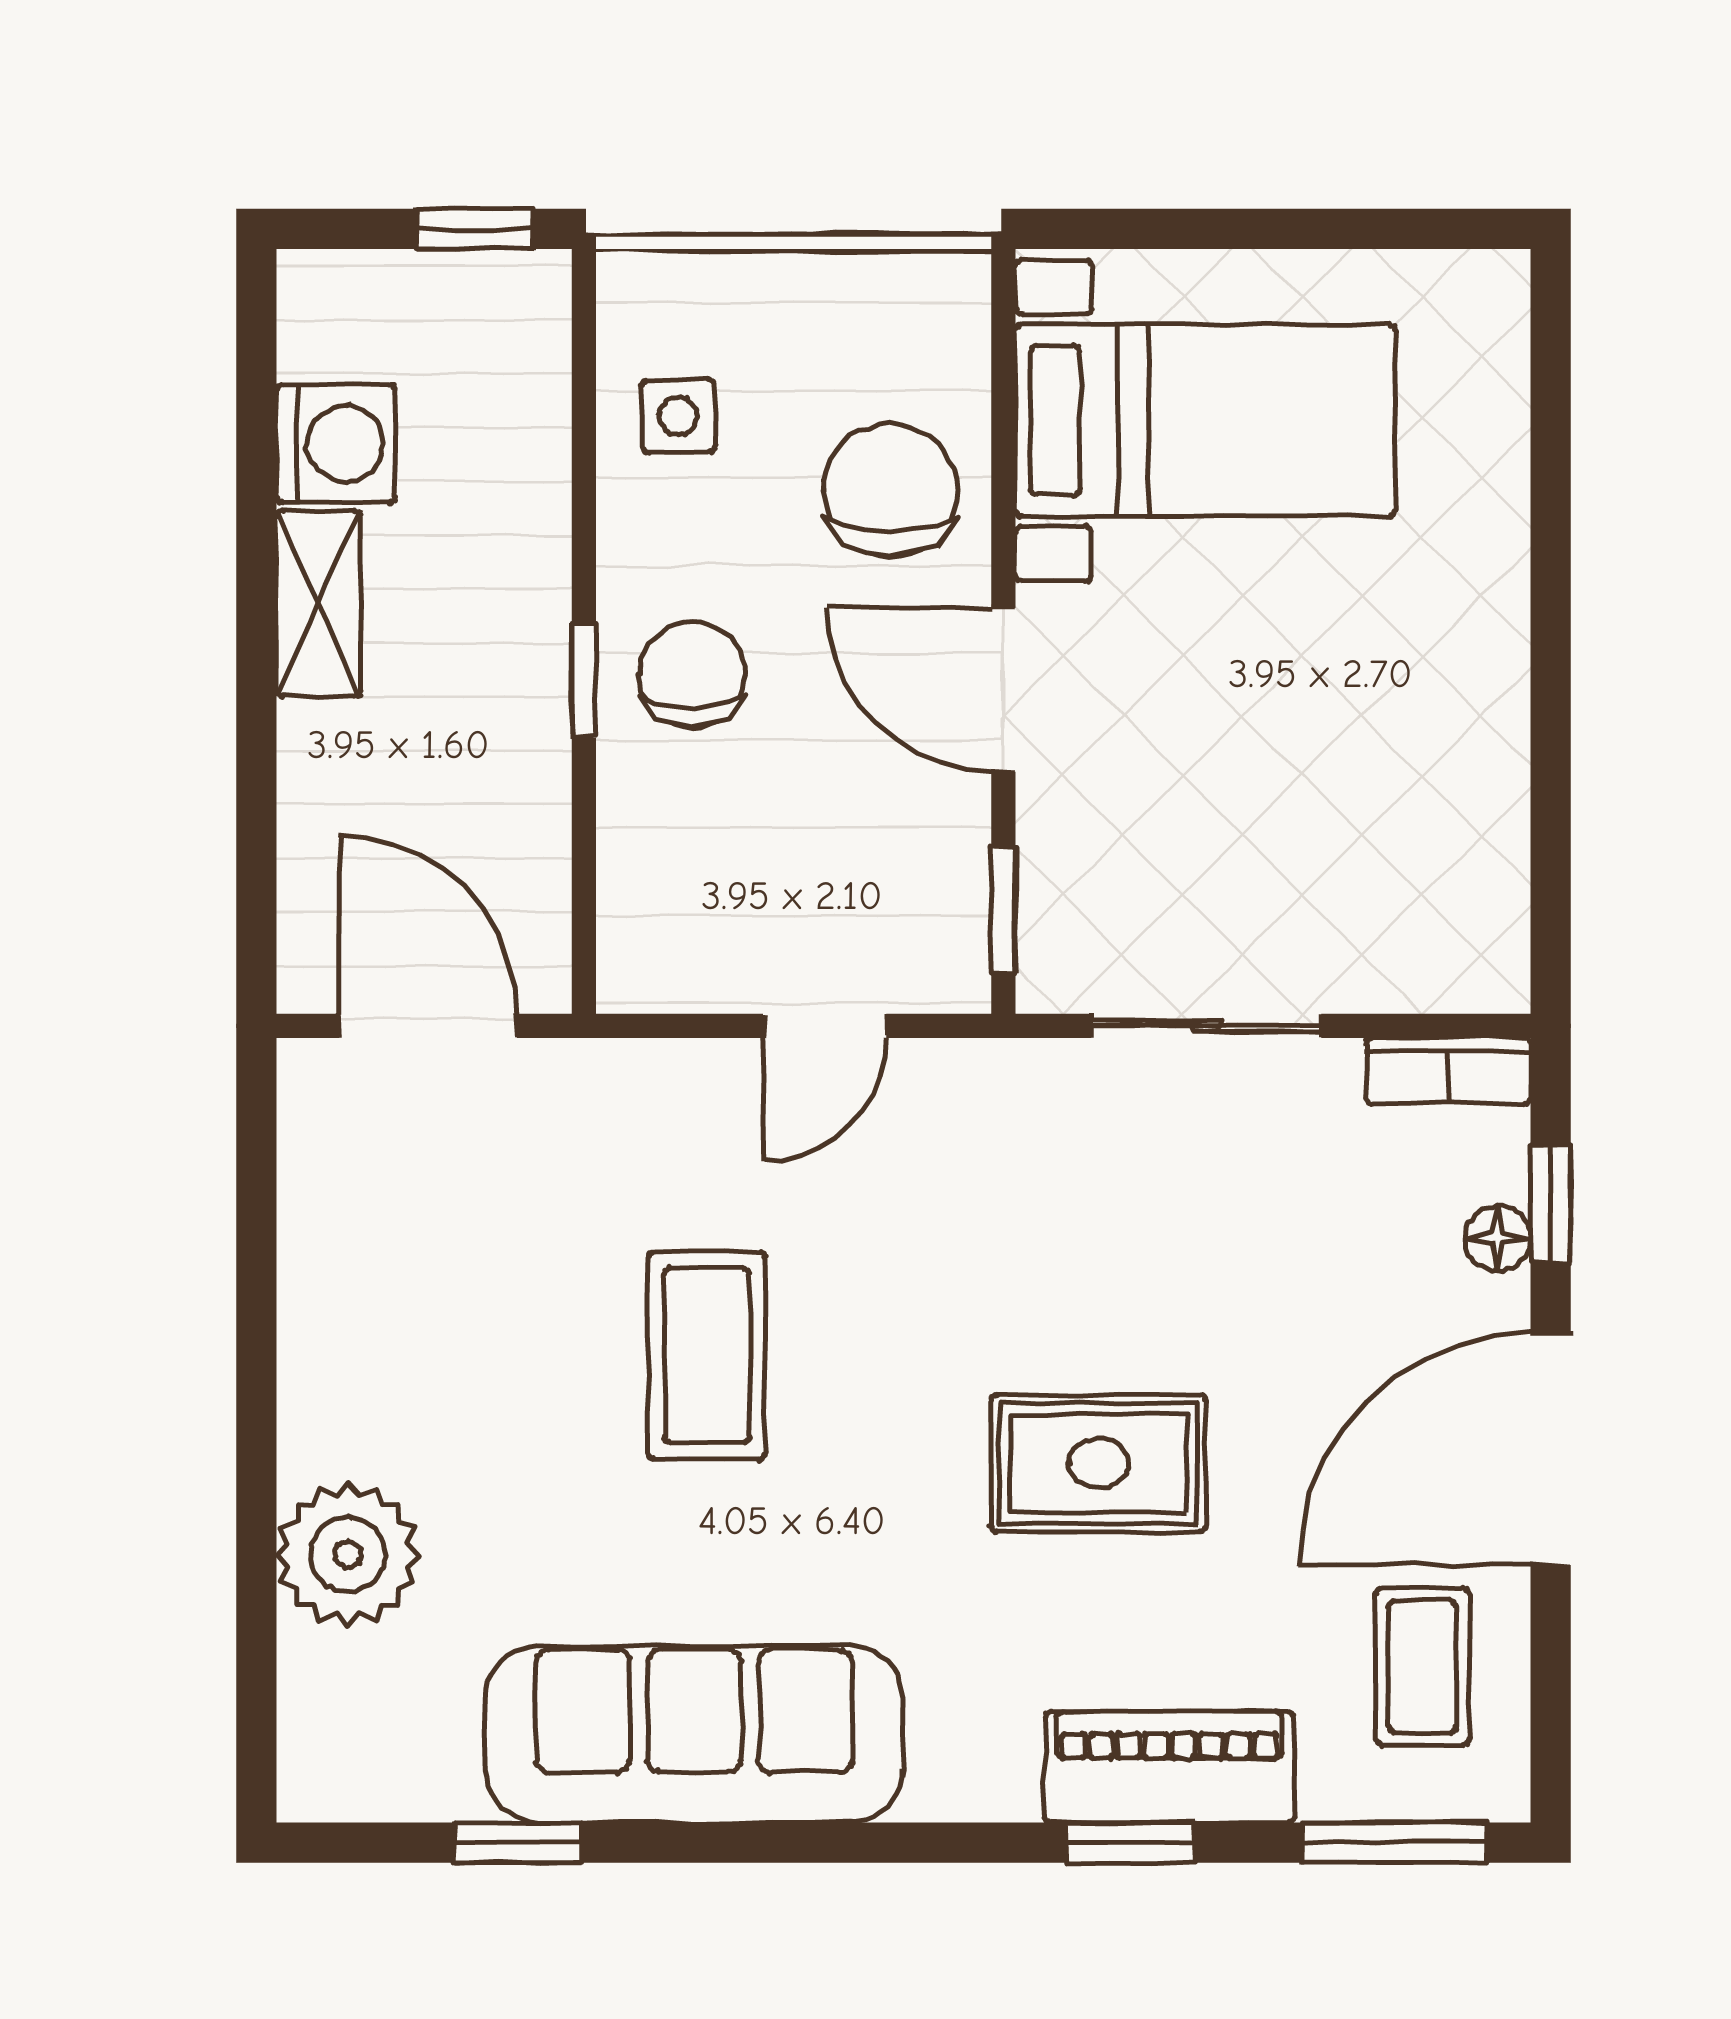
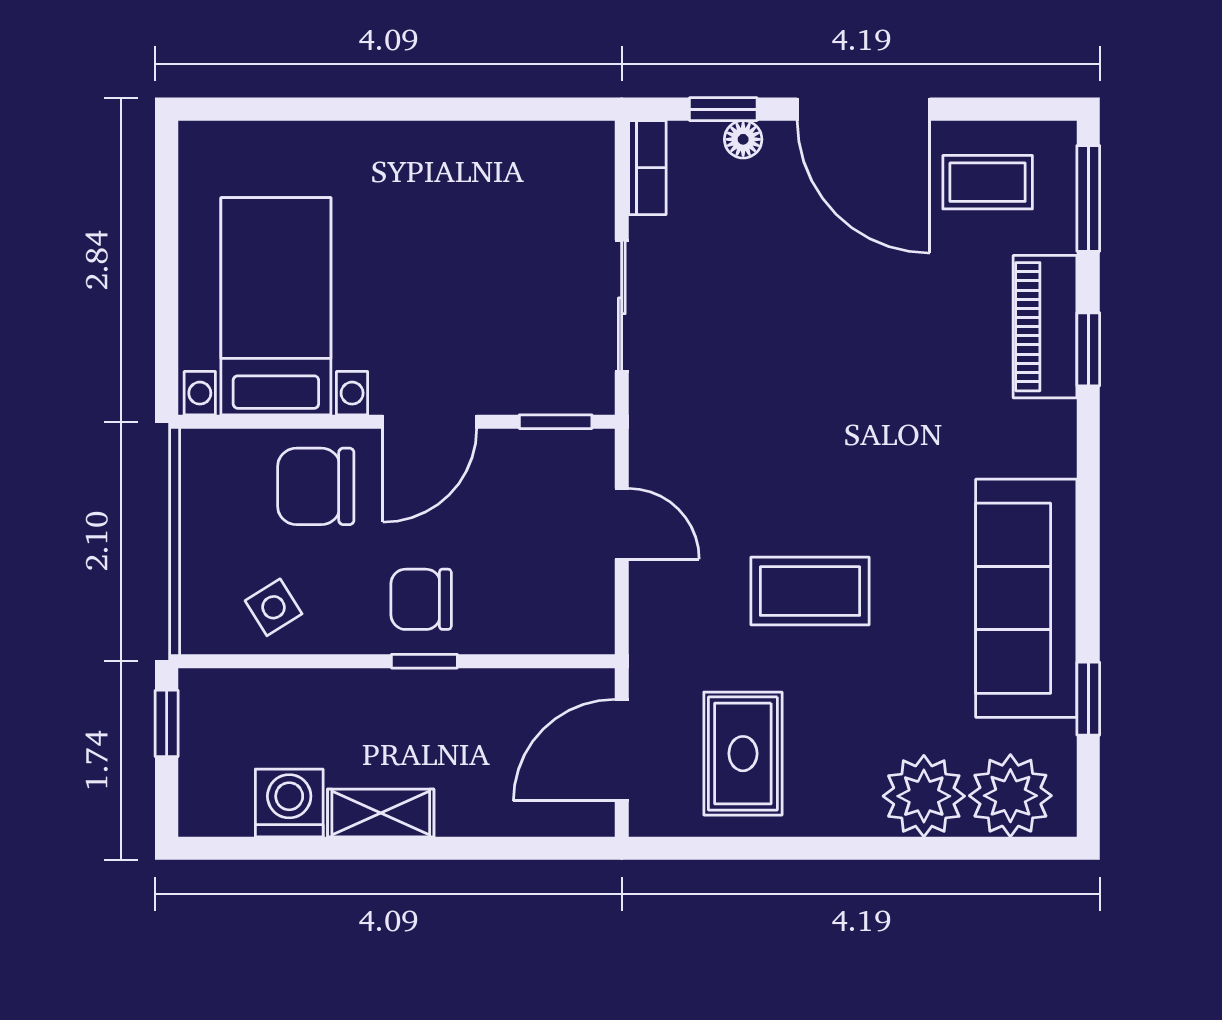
side table: (678, 416) -> (274, 607), turned -30
rug: (1099, 1463) -> (743, 754), moved
plant: (348, 1706) -> (1010, 796), added

